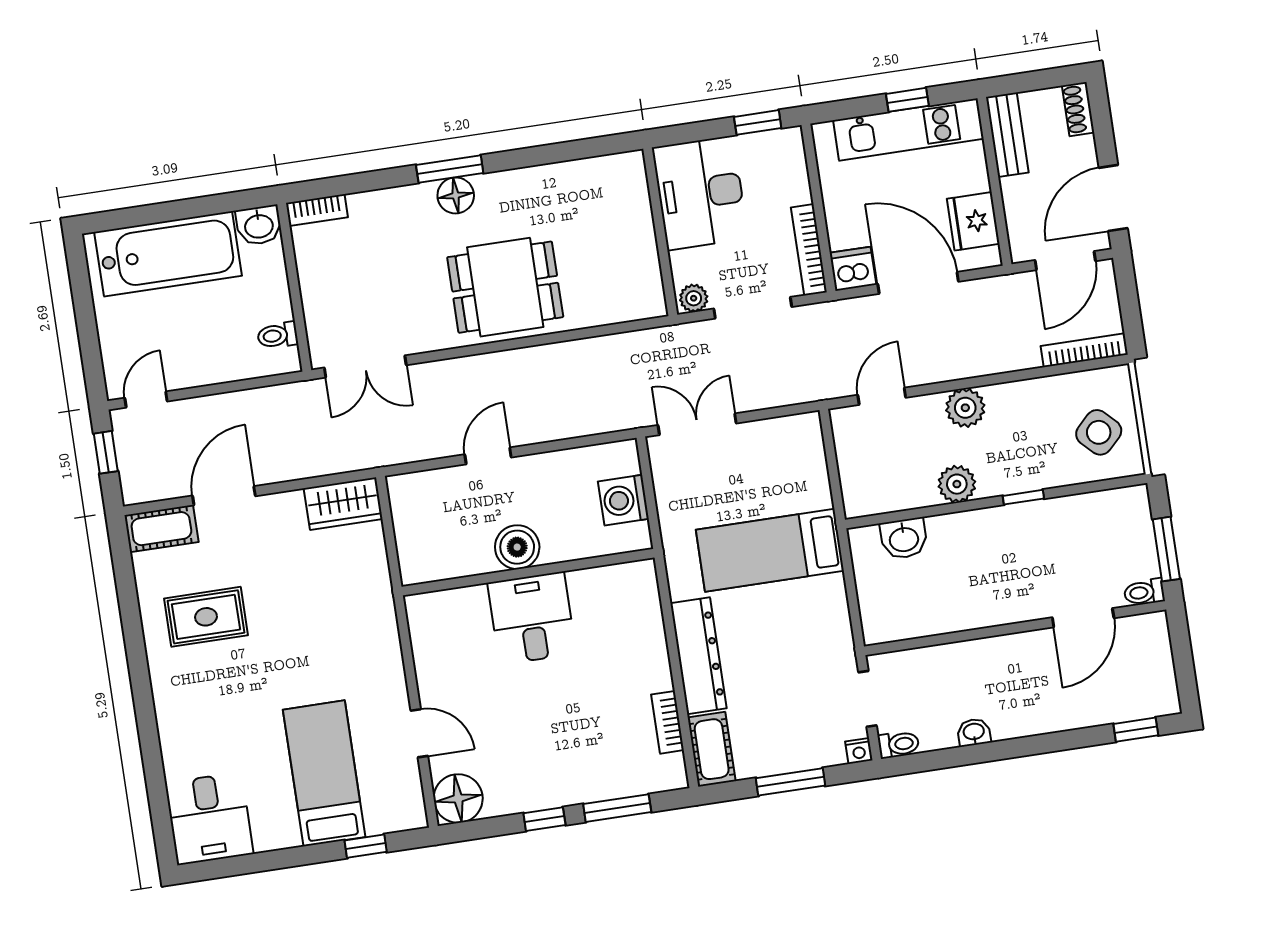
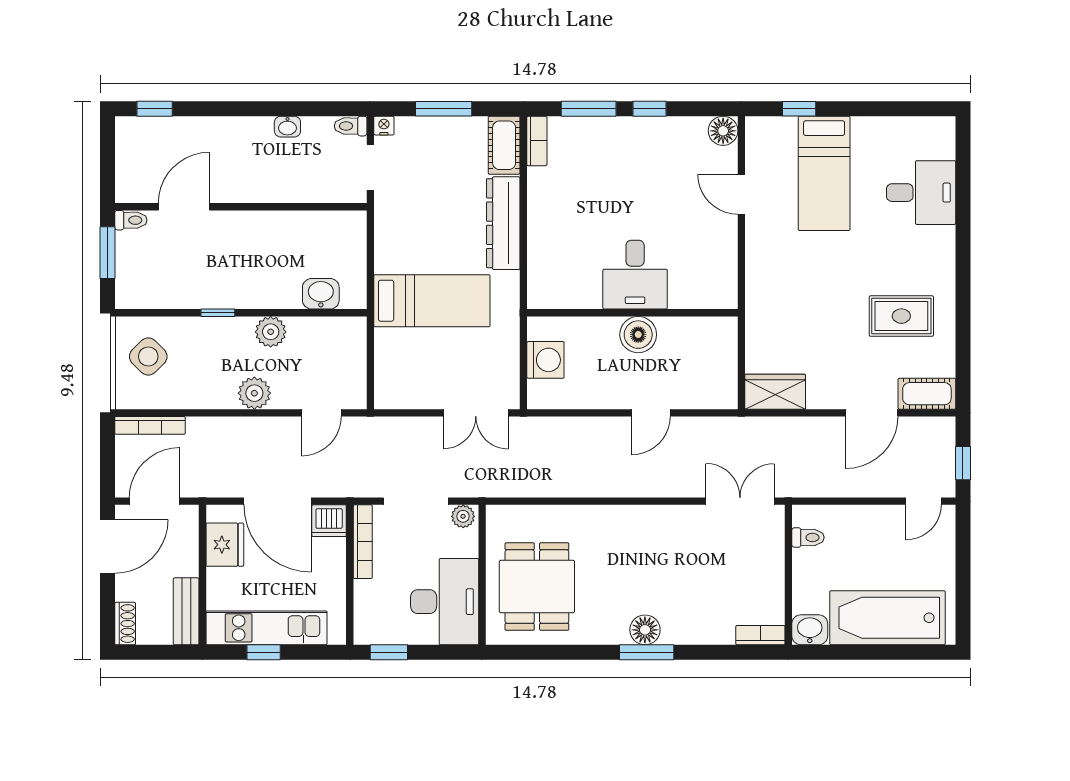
dining table: (505, 287) -> (537, 587), moved, turned 90
bookcase: (667, 722) -> (537, 141), moved
floor lamp: (458, 798) -> (723, 131), width x0.73, depth x0.73
desk: (209, 819) -> (921, 193), moved, turned 90

